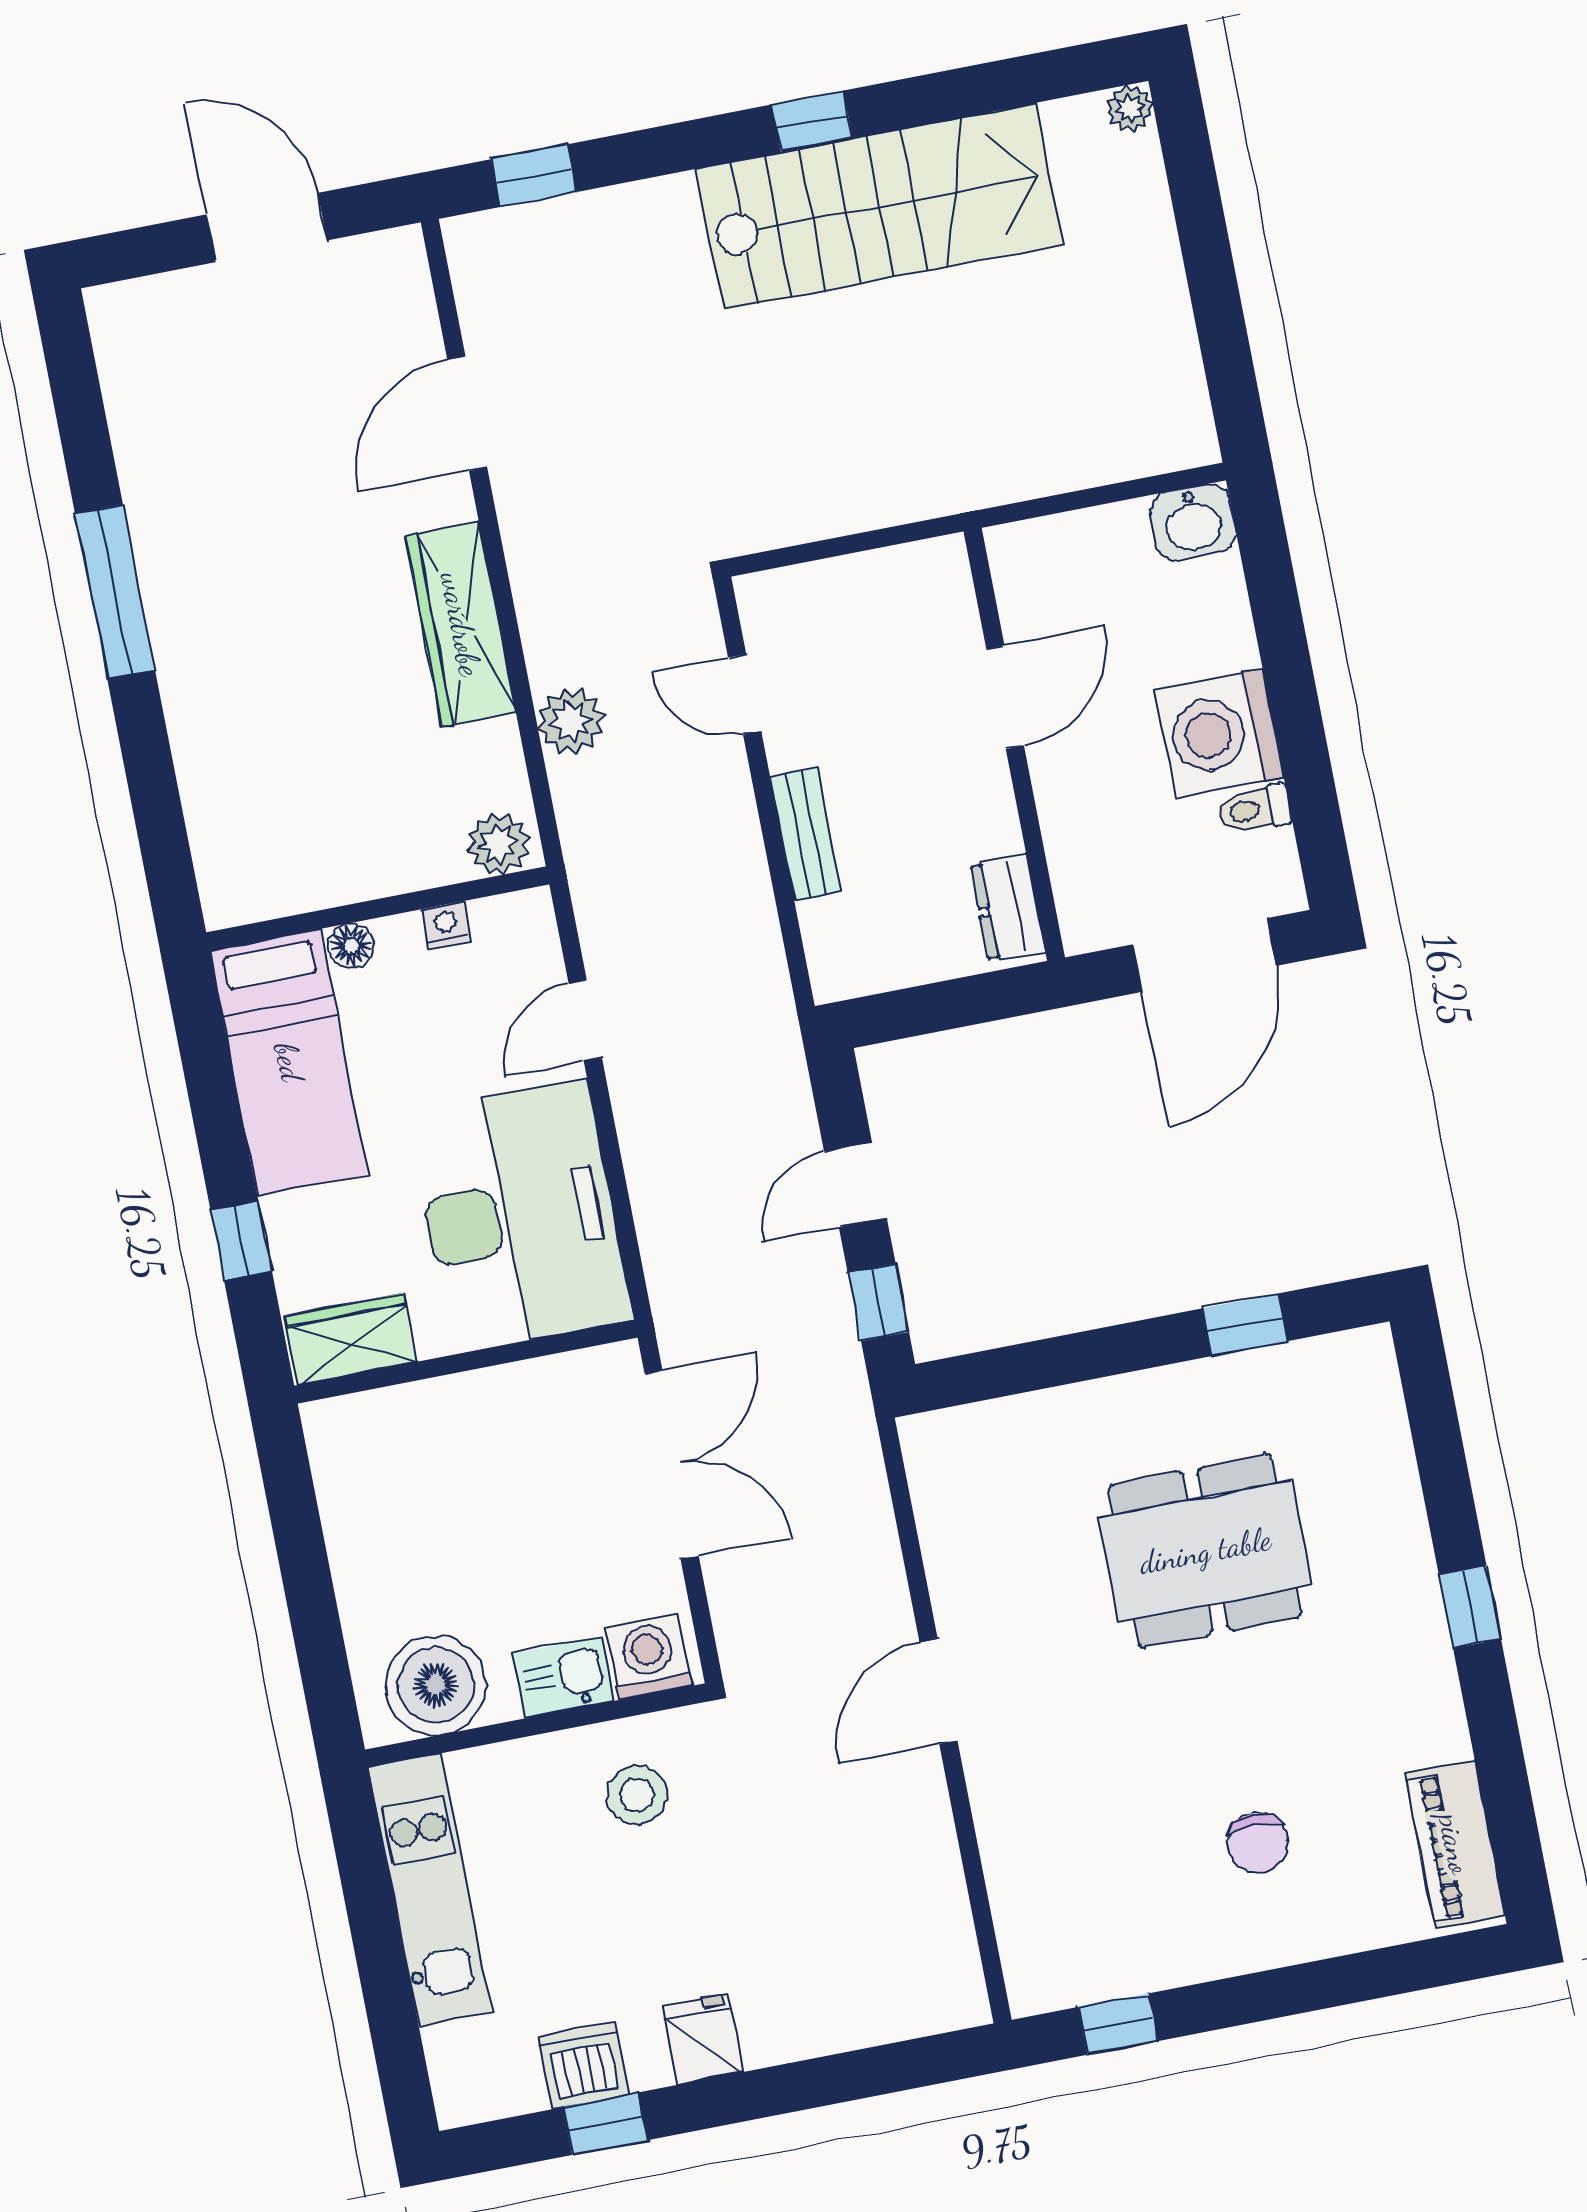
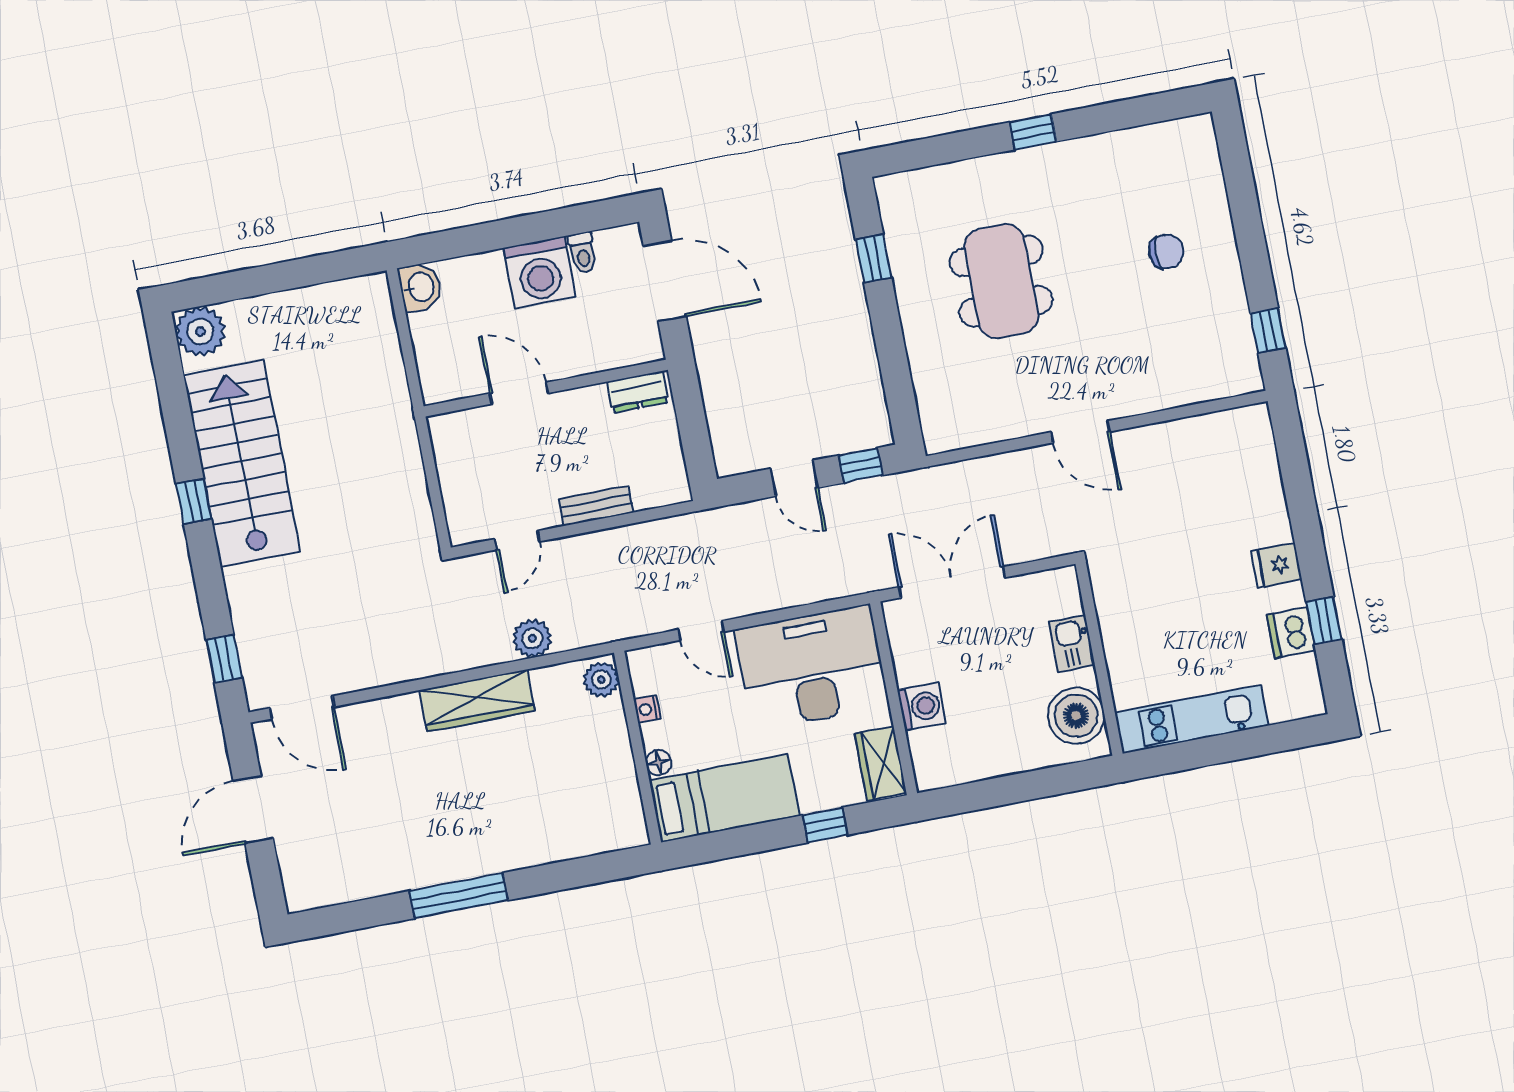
plant: (1130, 108) -> (200, 331), width x1.88, depth x1.88
door: (467, 414) -> (302, 707), moved
washing machine: (648, 1657) -> (922, 706), moved, turned 180
stool: (637, 1795) -> (1138, 602), removed
piano: (1455, 1844) -> (1167, 140), removed

